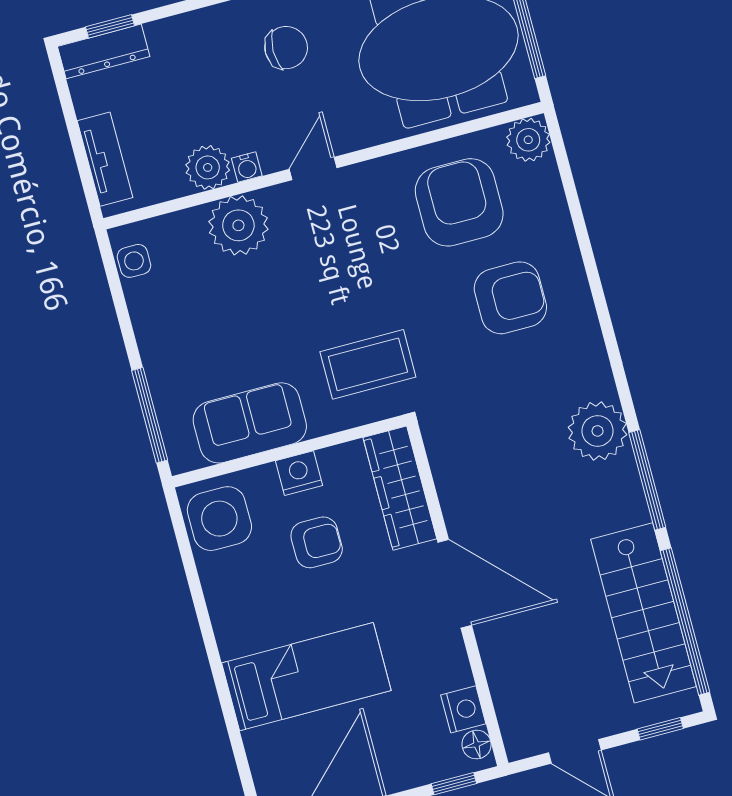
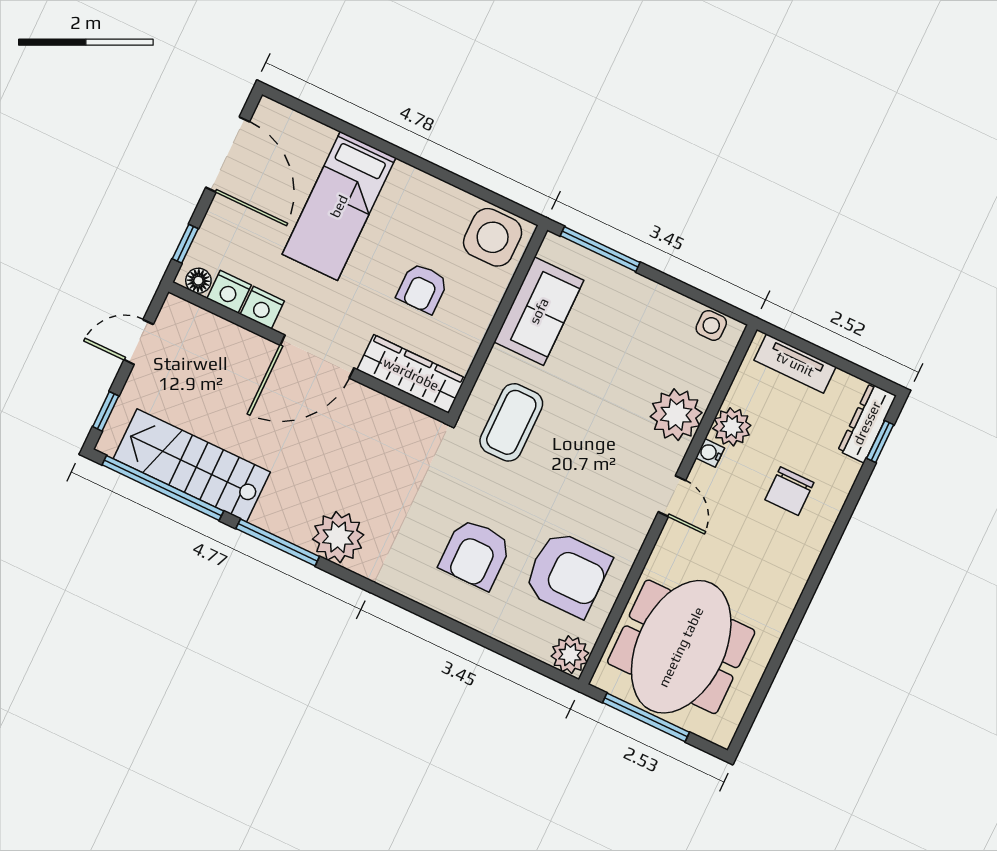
chair: (286, 48) -> (789, 491), moved
nightstand: (299, 473) -> (262, 308), moved, turned 90

